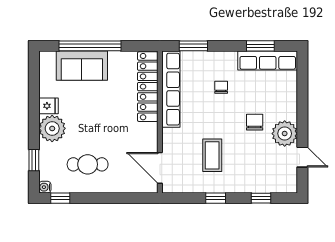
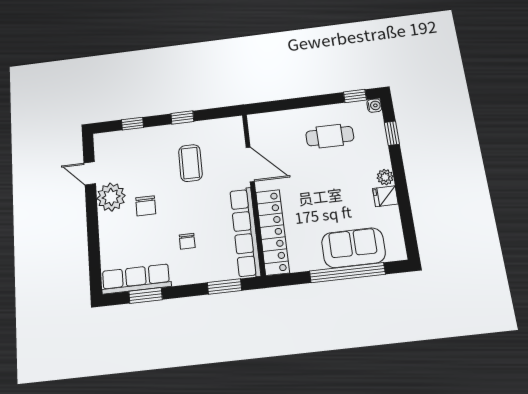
plant: (52, 128) -> (385, 177), width x0.53, depth x0.53
door: (160, 168) -> (250, 164), moved

